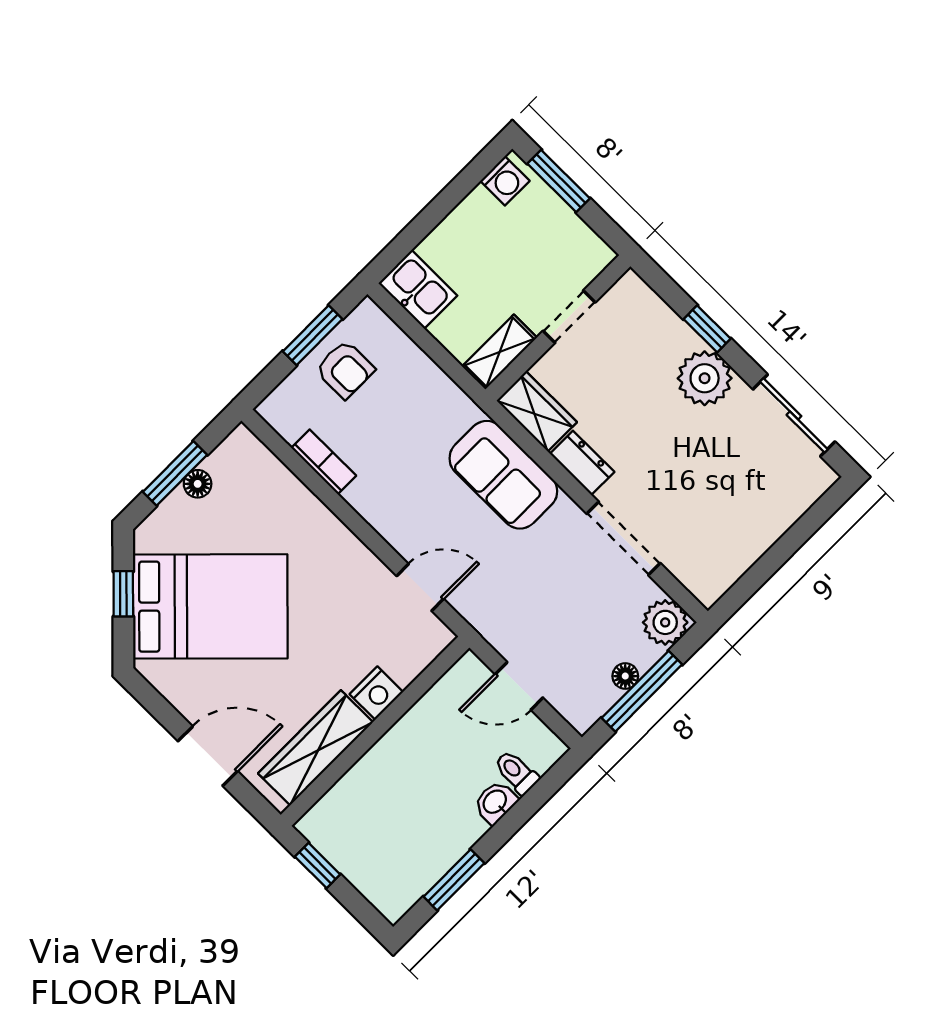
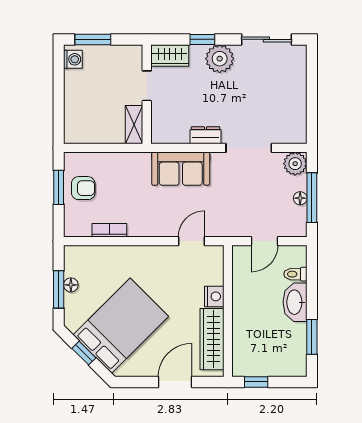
kitchen sink: (418, 289) -> (81, 132), removed
wardrobe: (537, 411) -> (170, 55), moved, turned 180
washbasin: (495, 802) -> (295, 302), width x1.91, depth x1.45

